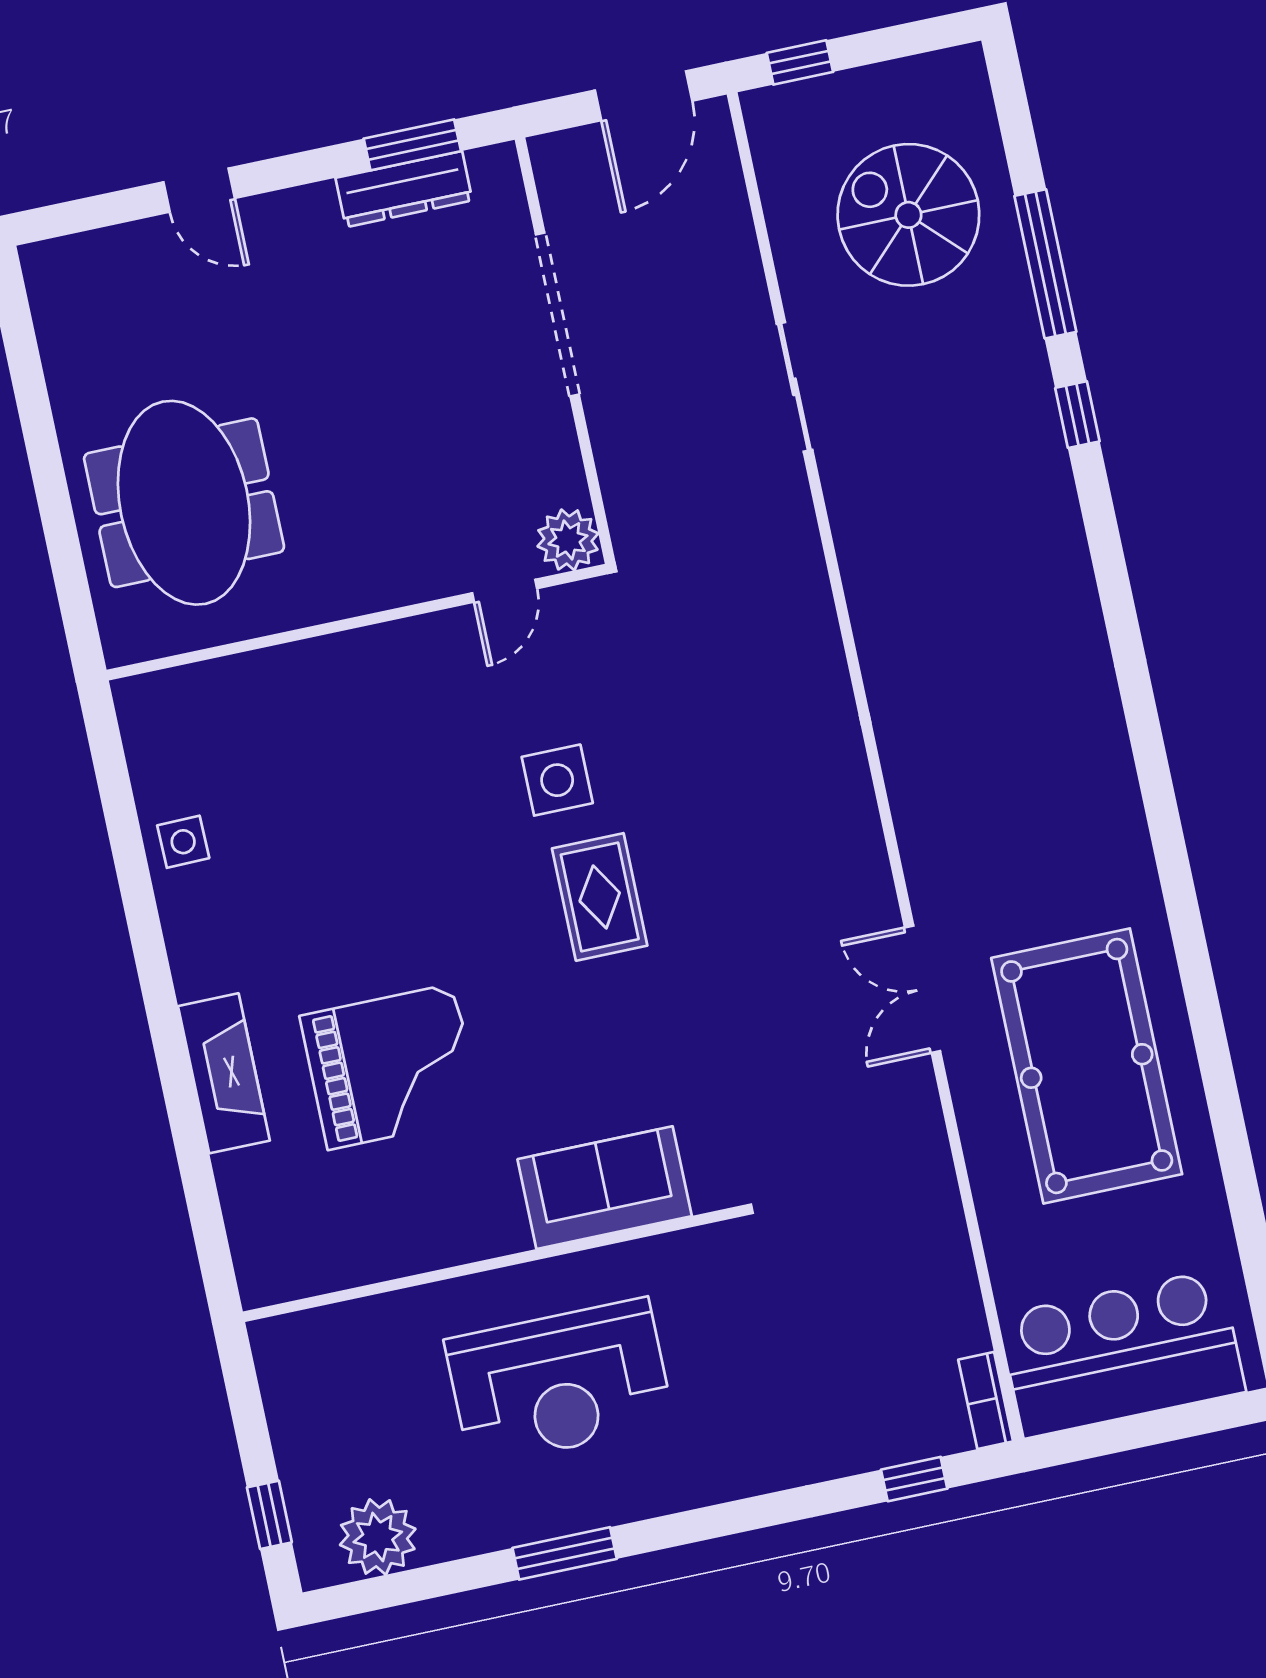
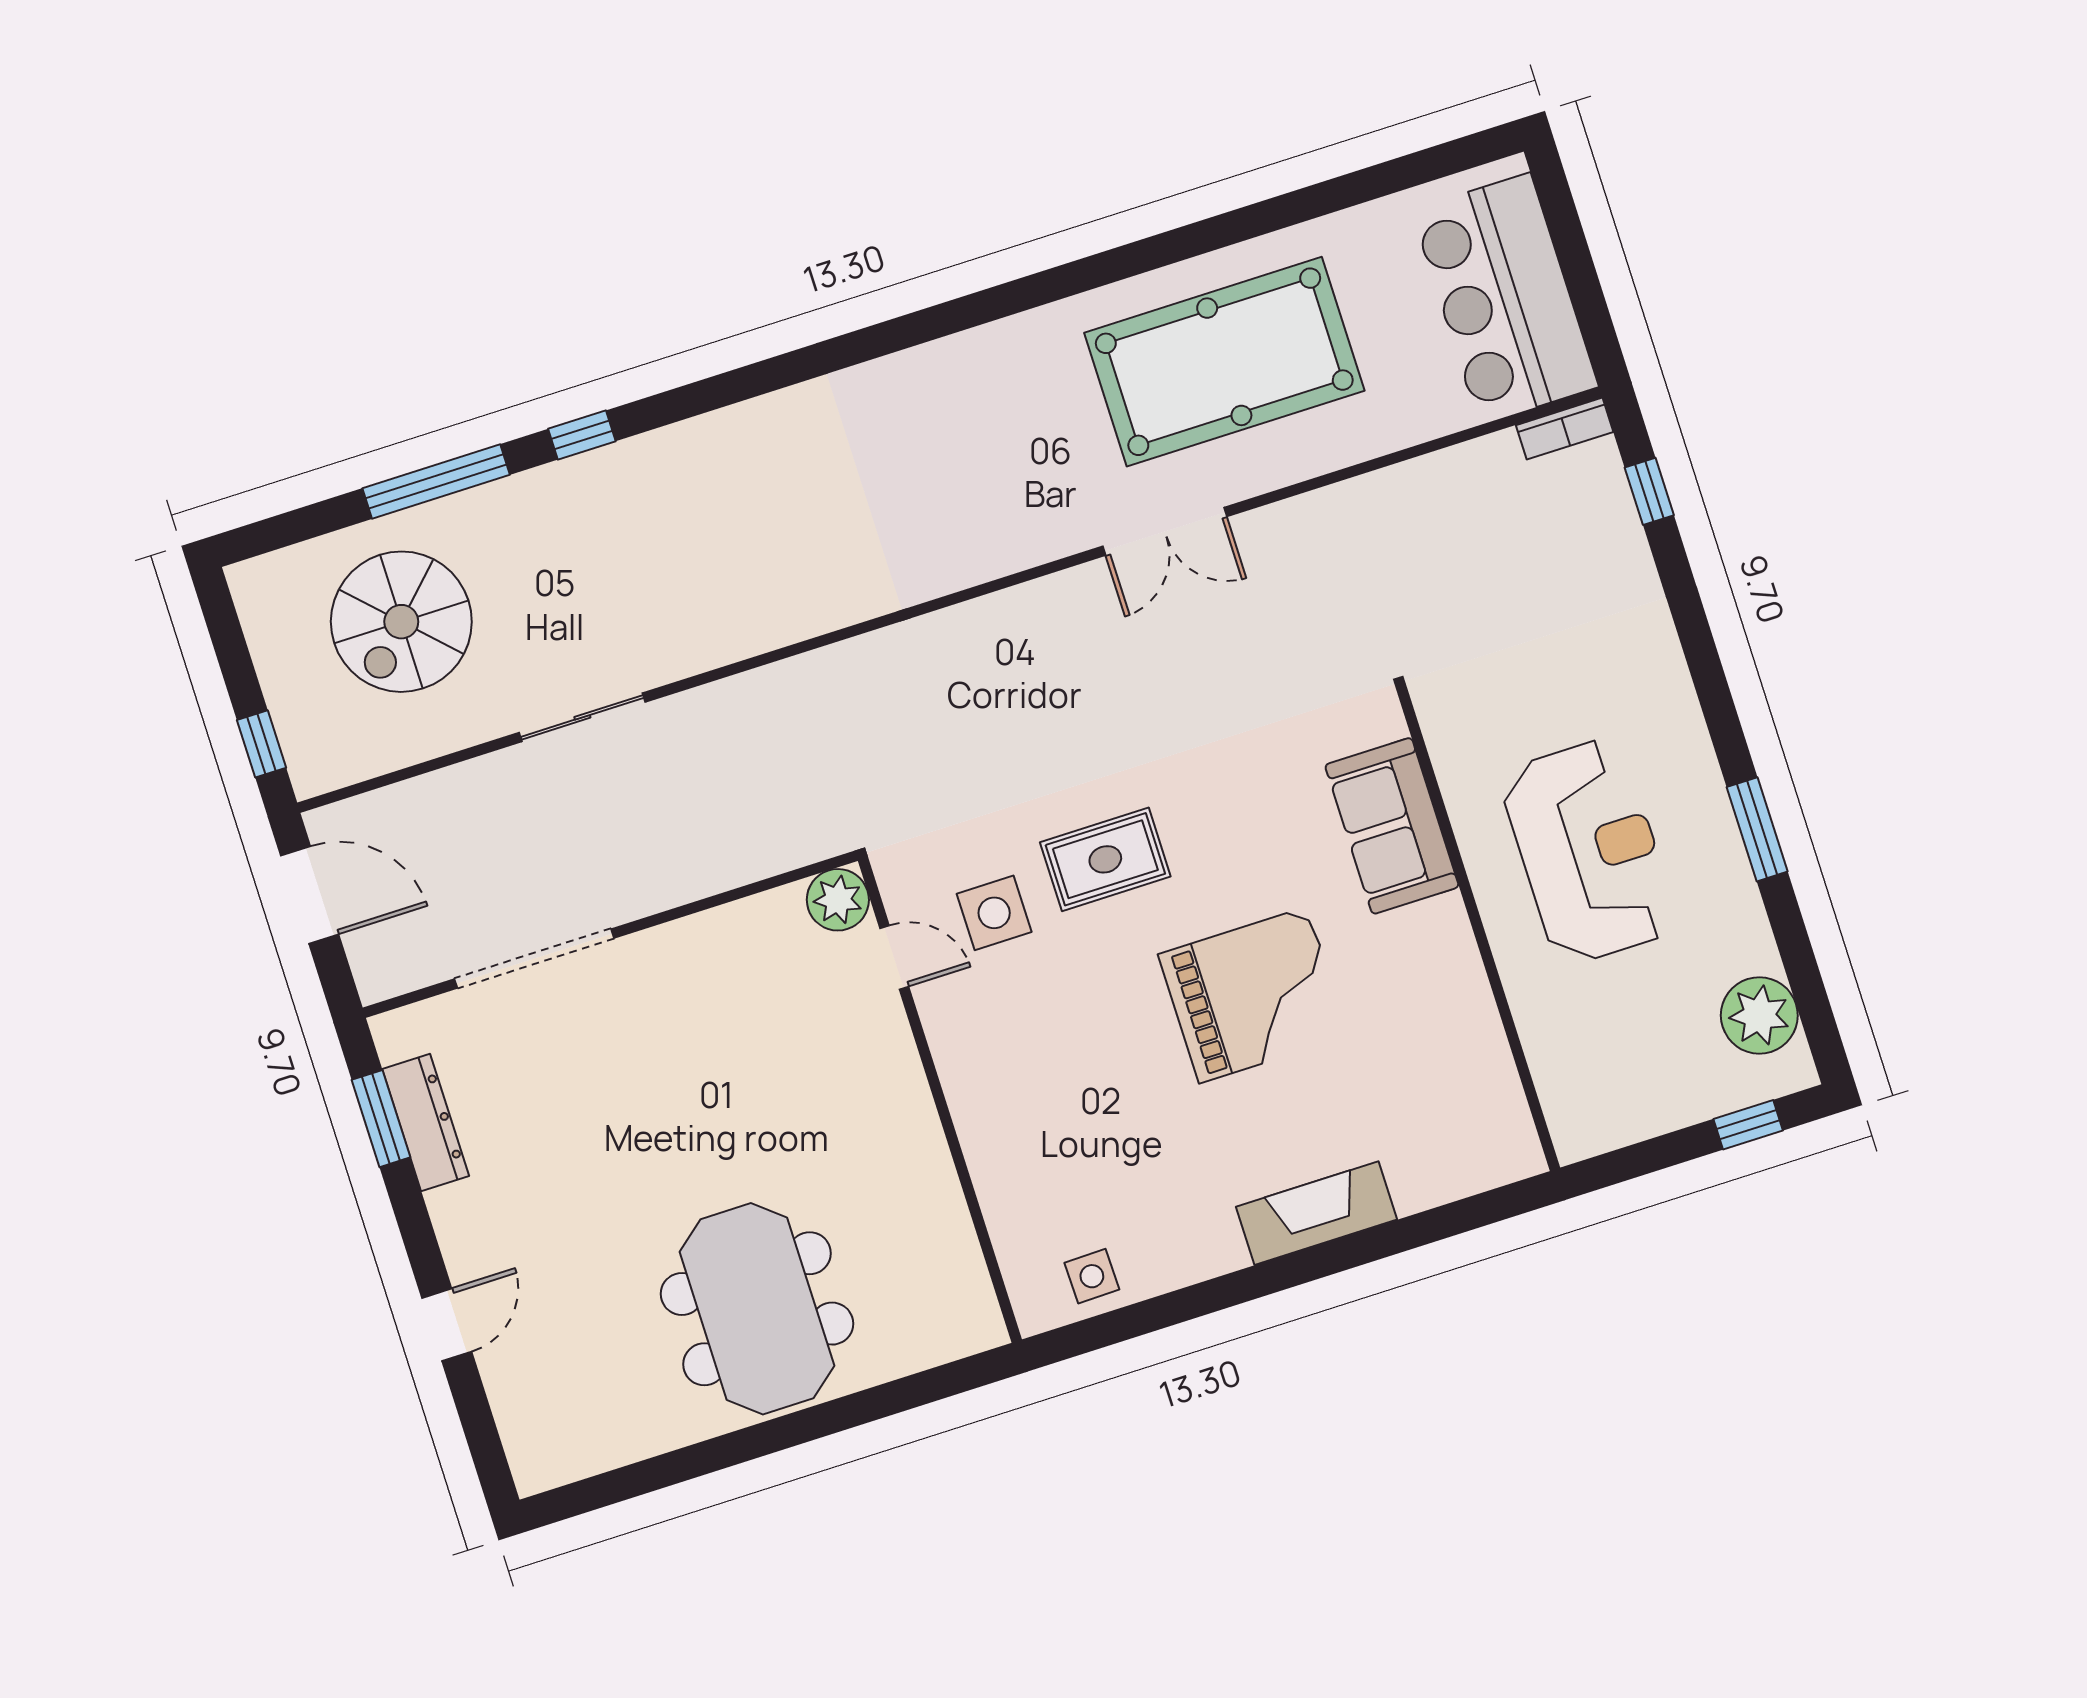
meeting table: (184, 503) -> (757, 1309), turned 90
plant: (568, 540) -> (838, 900), moved
door: (505, 591) -> (894, 957), moved
wall: (357, 622) -> (940, 1100), moved
grand piano: (391, 1067) -> (1253, 995), moved, turned 90

